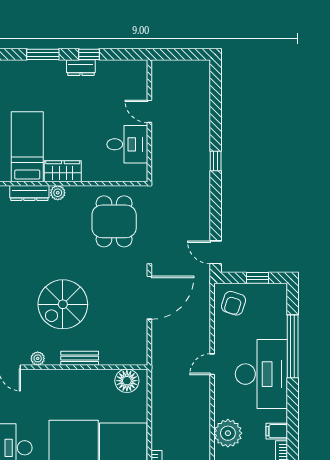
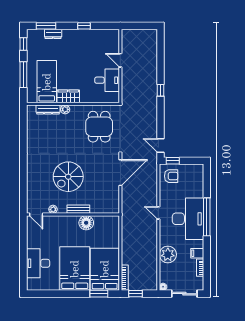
window: (43, 54) -> (46, 26), moved
dresser: (81, 68) -> (53, 34), moved
window: (257, 278) -> (173, 161), moved
armchair: (234, 303) -> (171, 176), turned -108
window: (293, 346) -> (207, 217), moved
door: (212, 364) -> (158, 213), hinge flipped
floor lamp: (127, 381) -> (86, 223), moved

